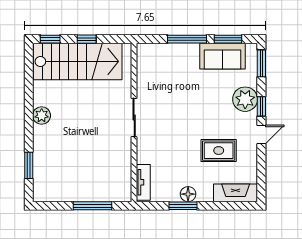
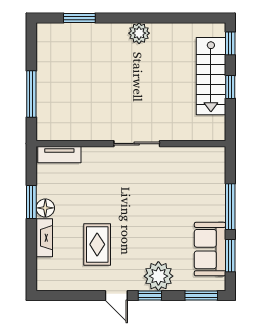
stairs: (78, 61) -> (211, 76), width x0.73, depth x0.66
fireplace: (236, 193) -> (44, 238), moved, width x0.73, depth x0.76

